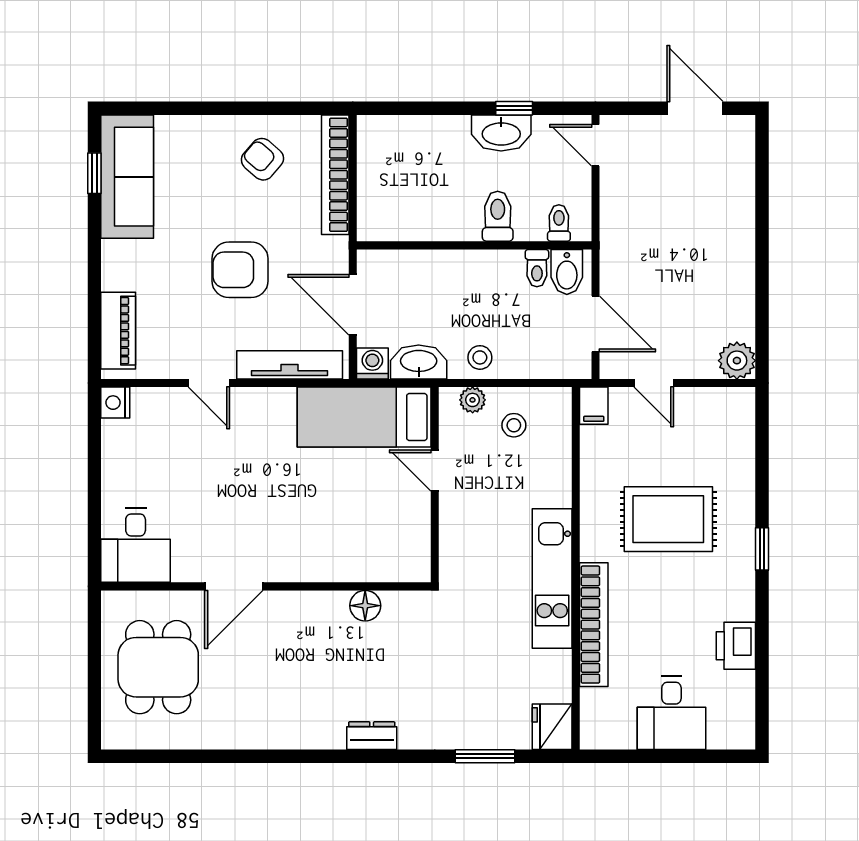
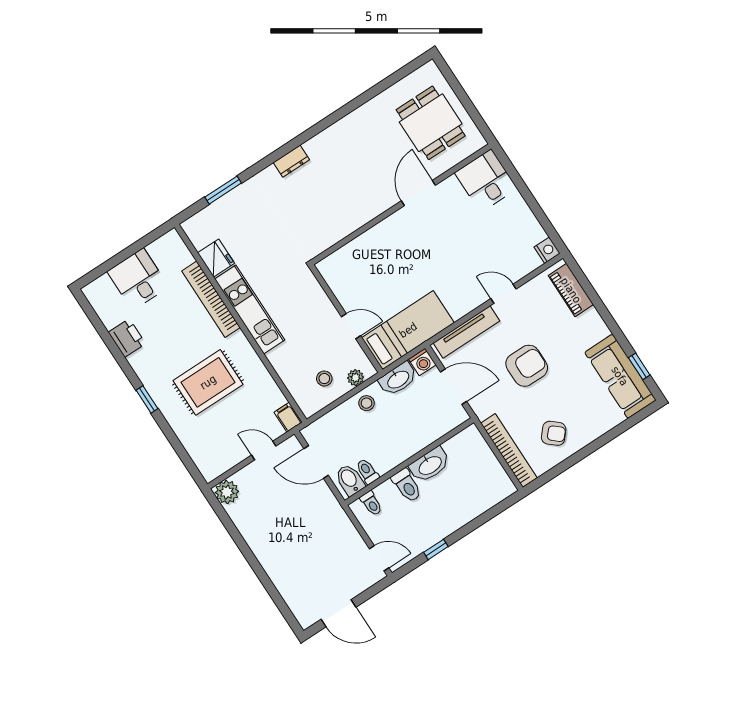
washbasin: (501, 133) -> (430, 465), moved, turned 180
floor lamp: (365, 606) -> (341, 229), removed
fridge: (552, 727) -> (216, 258), moved

